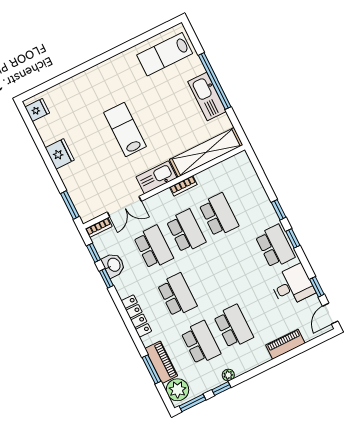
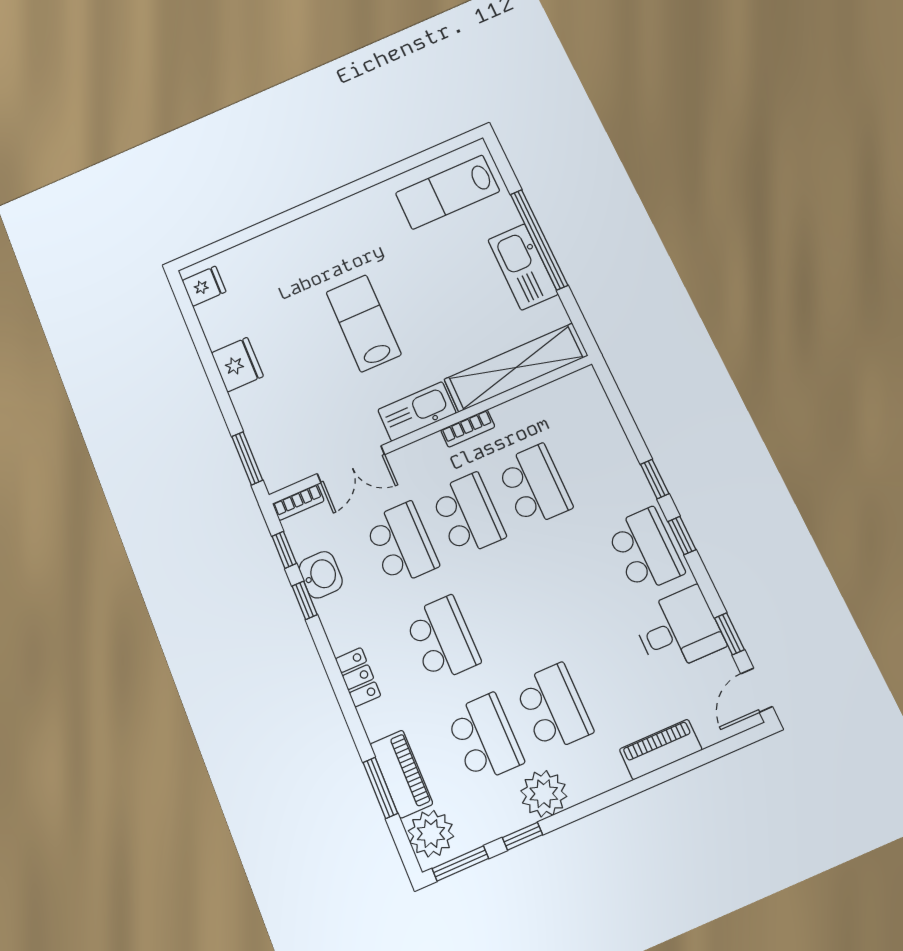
locker: (136, 316) -> (358, 677), width x0.66
plant: (228, 375) -> (544, 794), width x1.87, depth x1.87

